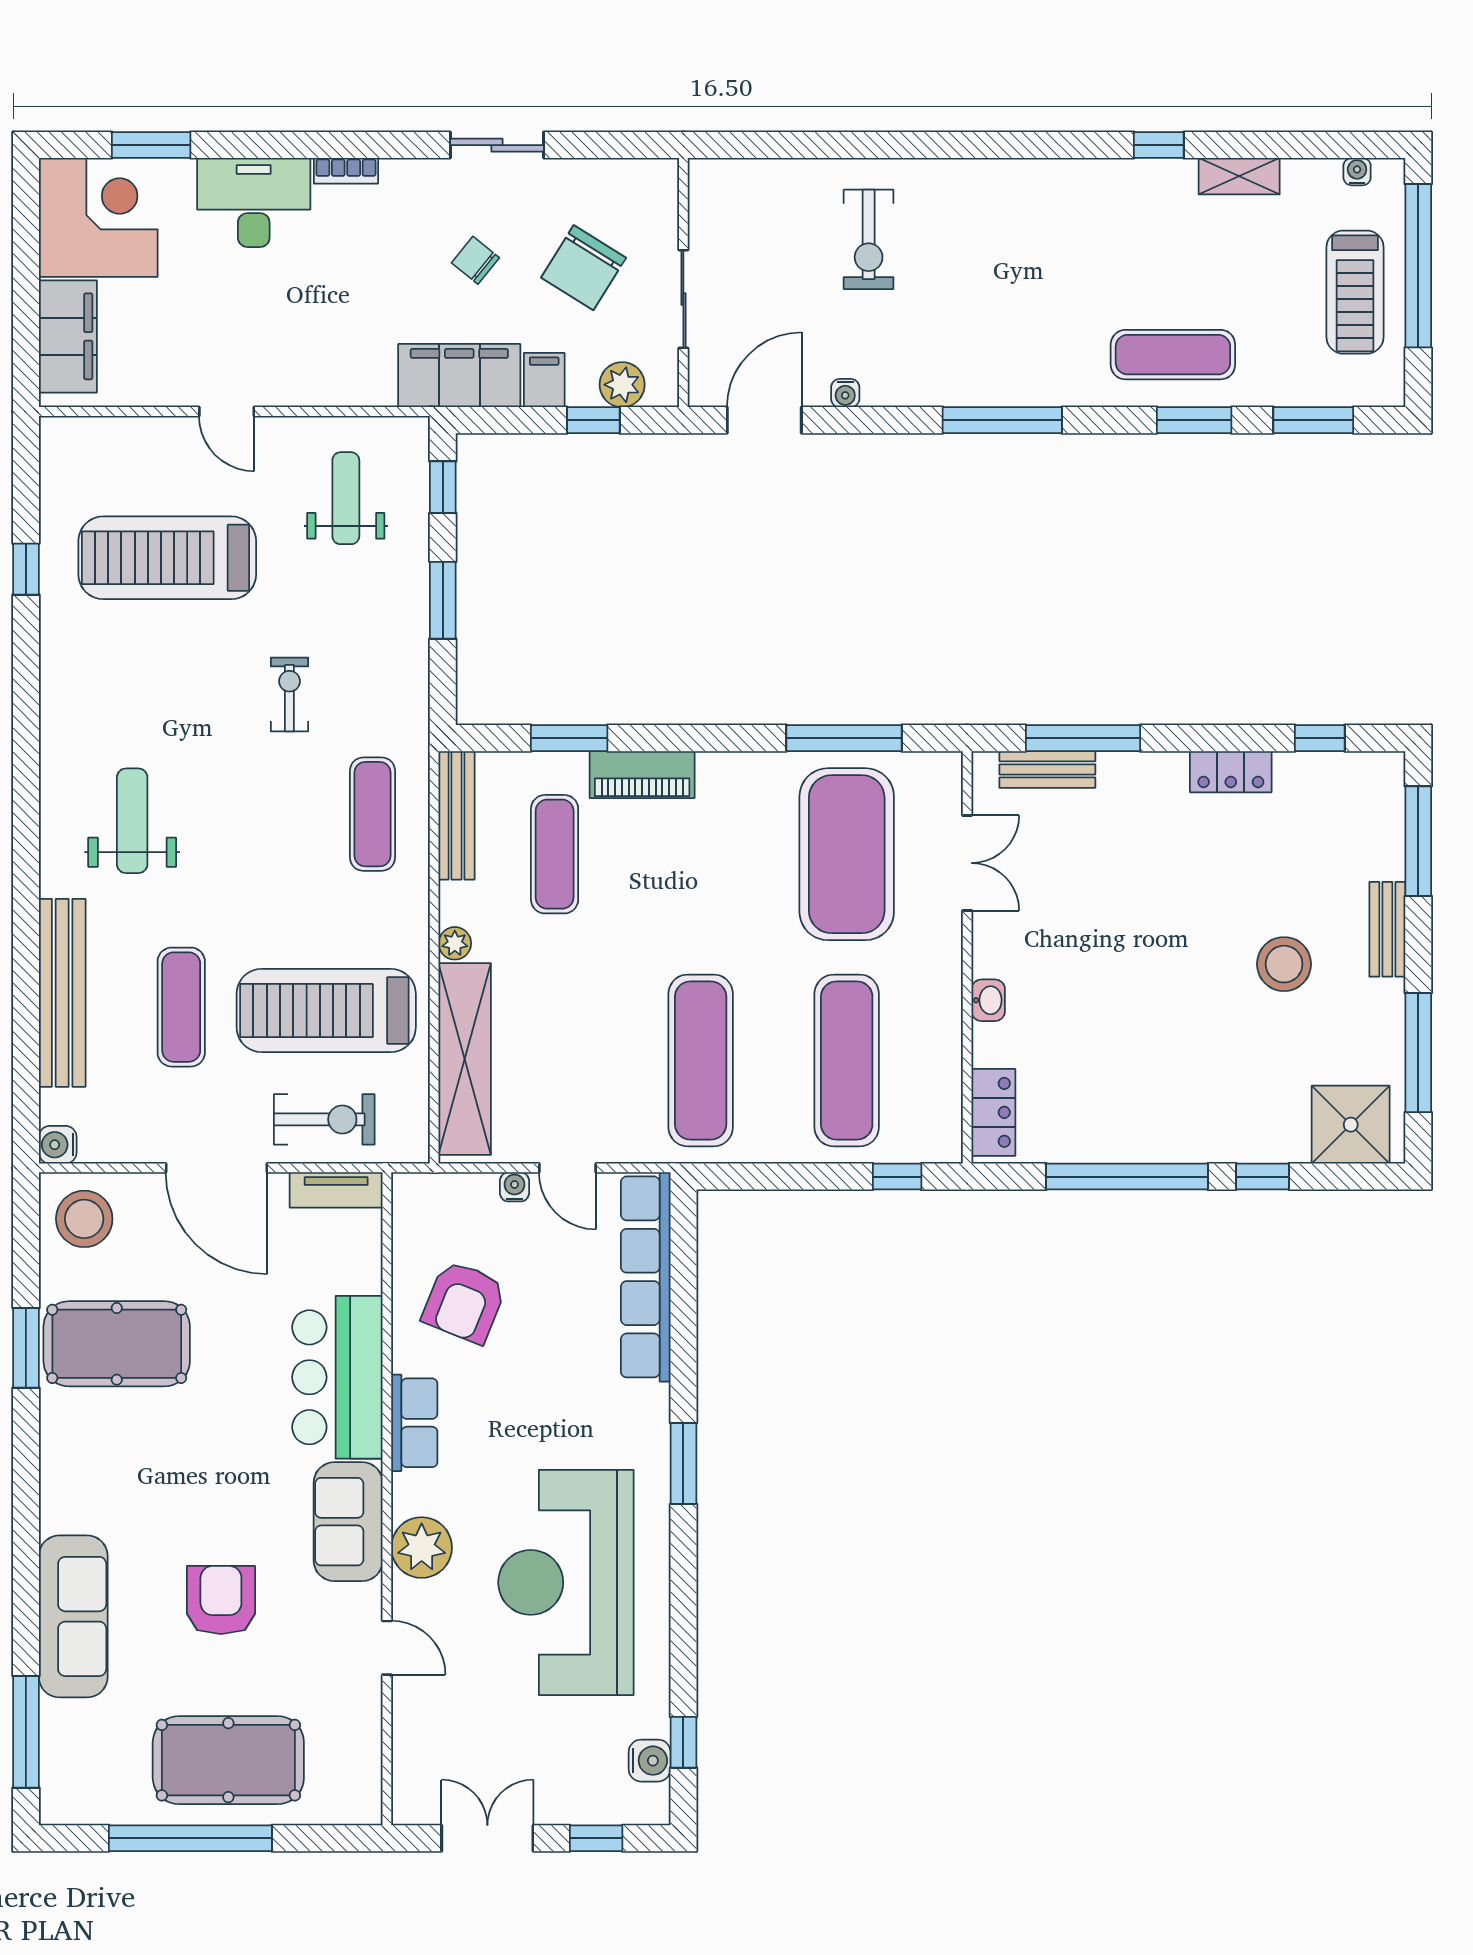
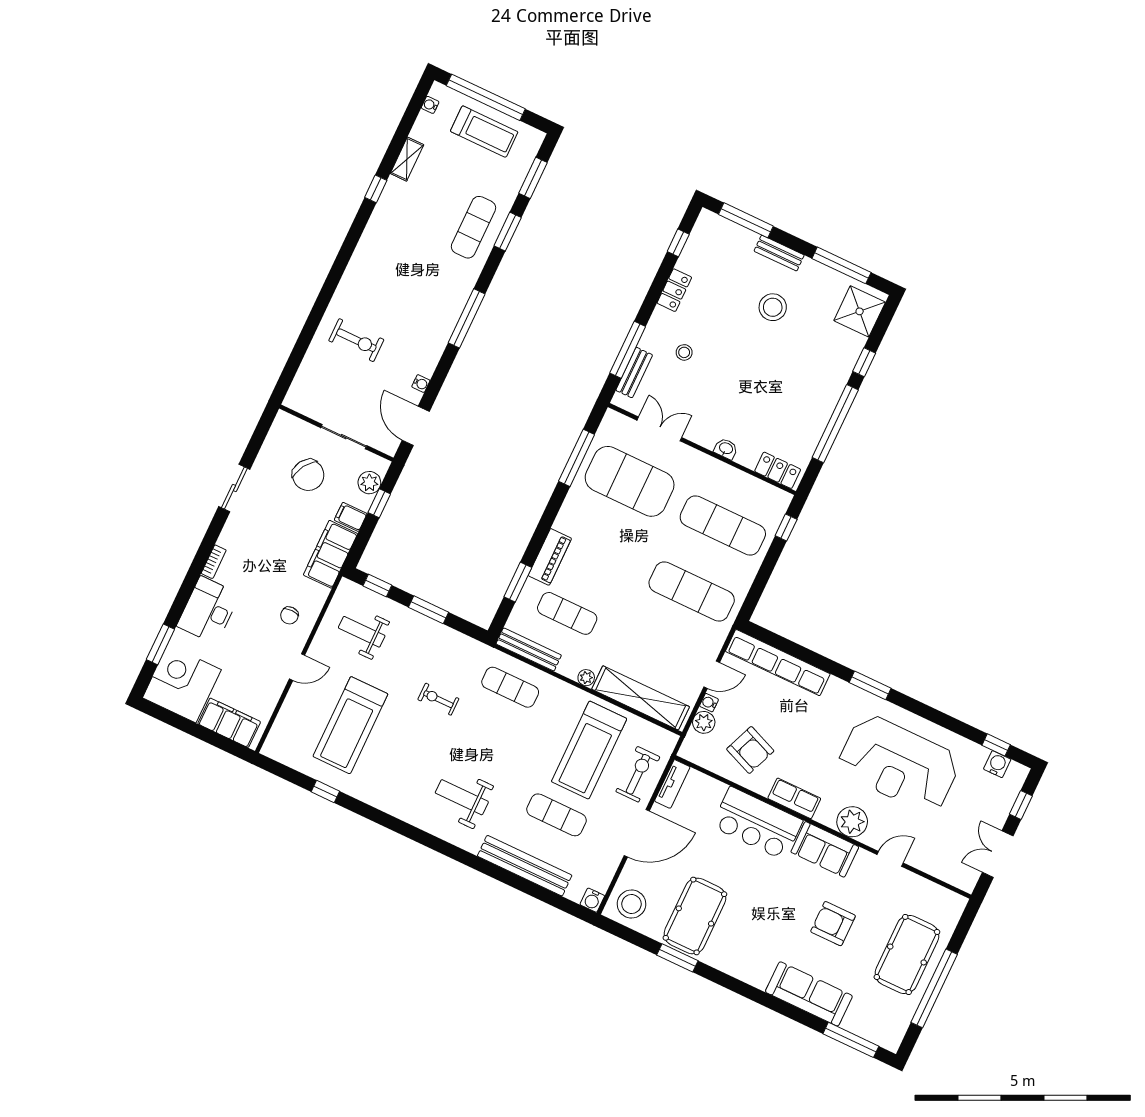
chair: (475, 260) -> (289, 615), moved, turned -39
stool: (1127, 843) -> (684, 352), added
plant: (474, 1194) -> (704, 722), added

